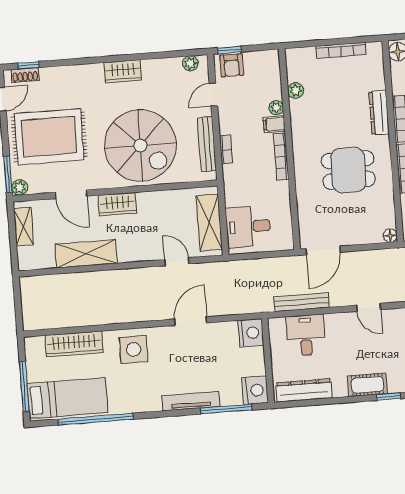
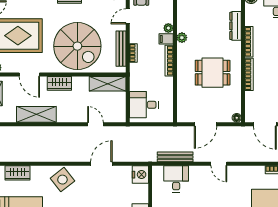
plant: (296, 91) -> (182, 38), moved
dresser: (379, 113) -> (236, 26), moved
shelving: (209, 223) -> (108, 84), moved, turned 90
door: (323, 250) -> (206, 124), moved
wardrobe: (74, 344) -> (17, 173), width x0.67
side table: (133, 349) -> (62, 180), turned -38

